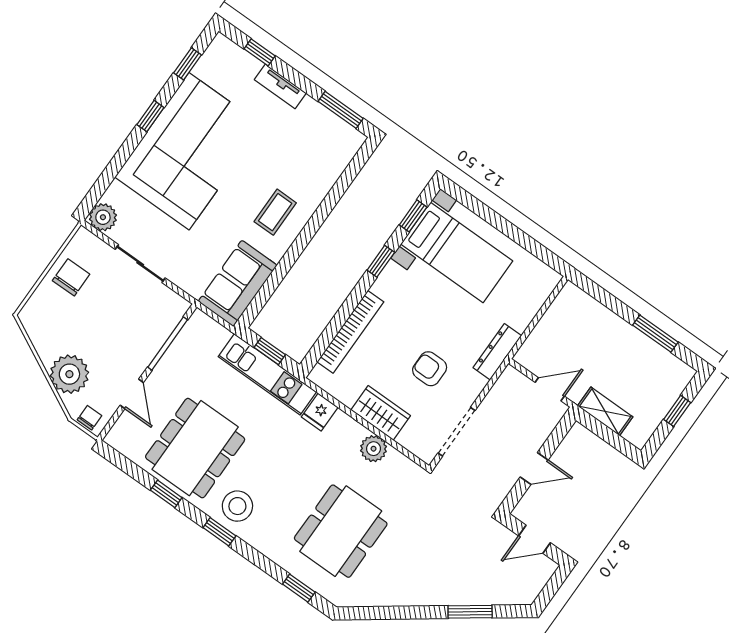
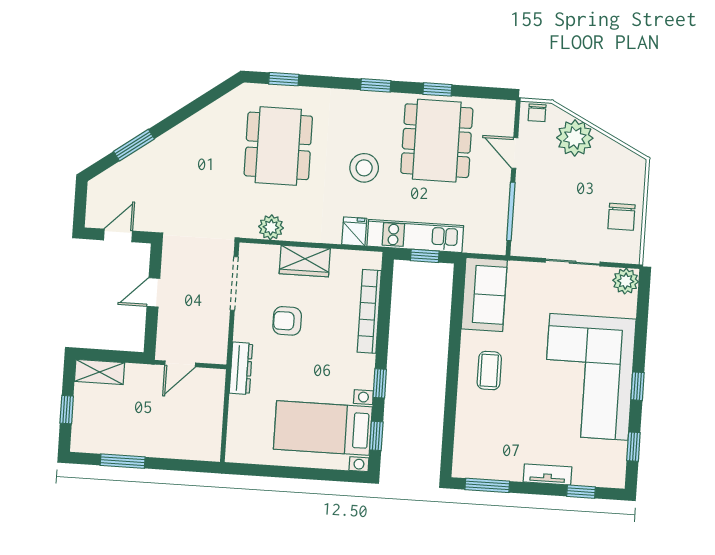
armchair: (430, 369) -> (287, 321), turned 180
shelving: (605, 411) -> (100, 372), moved
plant: (374, 449) -> (271, 227), moved
stool: (237, 506) -> (364, 168), moved

